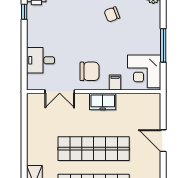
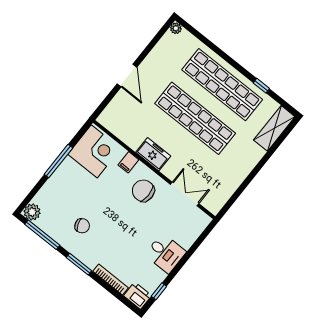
desk: (41, 60) -> (165, 253), moved

